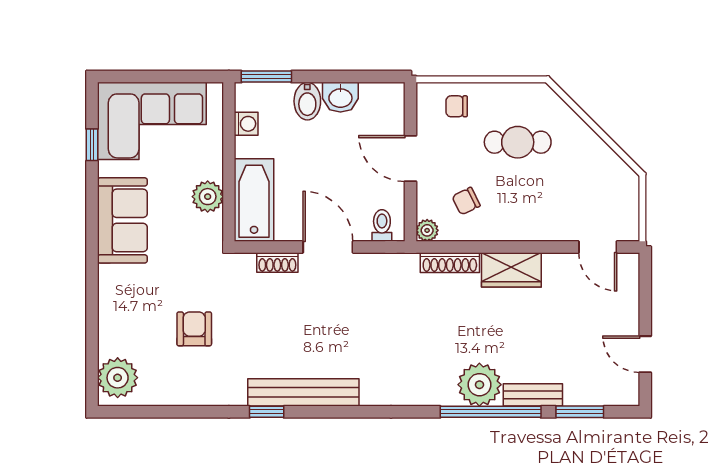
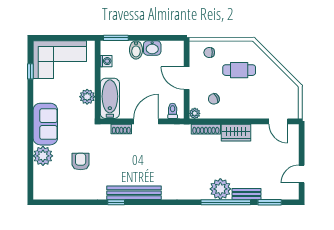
sofa: (122, 220) -> (45, 124), moved
door: (328, 247) -> (146, 121), hinge flipped
door: (645, 354) -> (302, 174), hinge flipped
plant: (118, 378) -> (43, 156), moved

